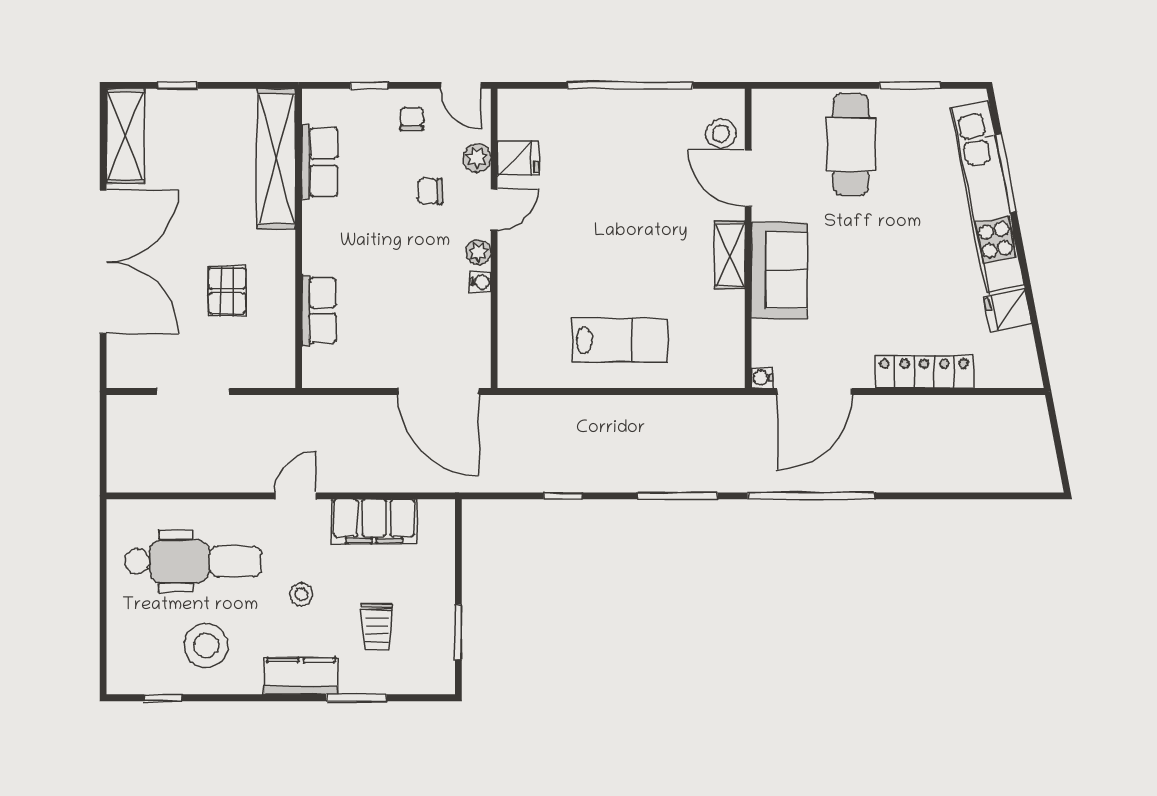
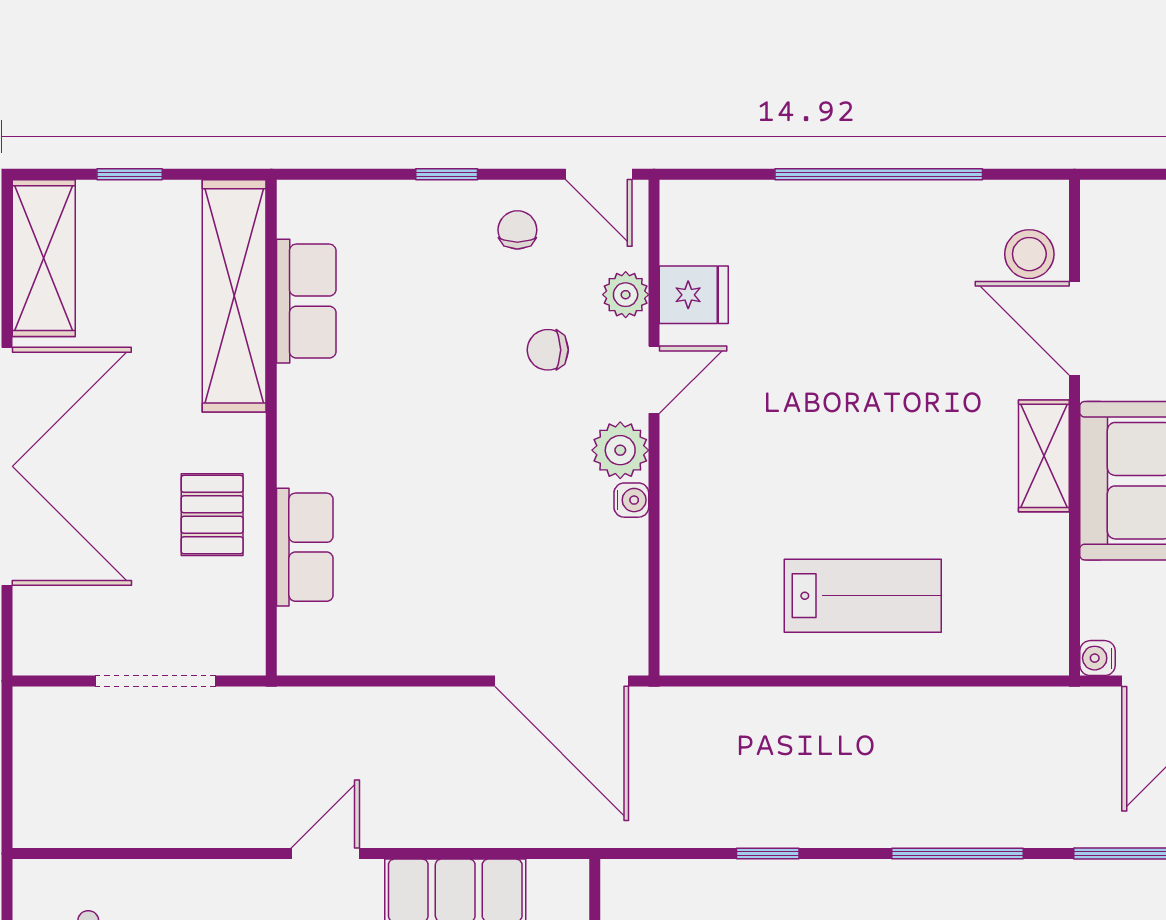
shelving: (276, 159) -> (234, 296), moved
row of seats: (320, 162) -> (306, 301), moved
wall: (299, 238) -> (271, 428), moved
plant: (478, 252) -> (620, 450), width x1.38, depth x1.38
row of seats: (319, 311) -> (305, 547), moved

